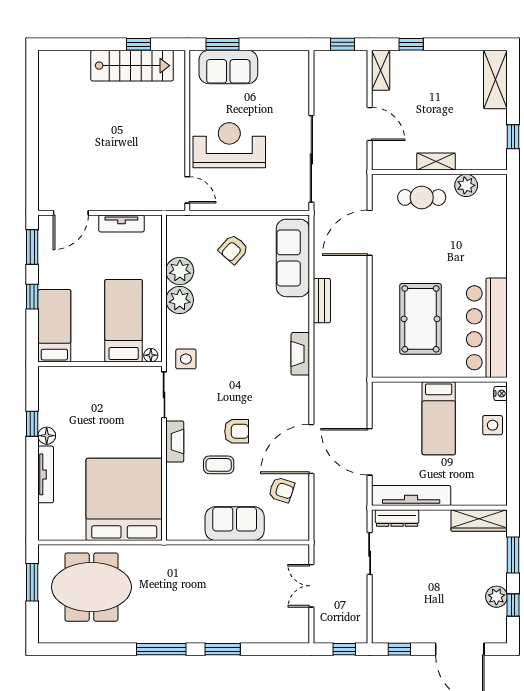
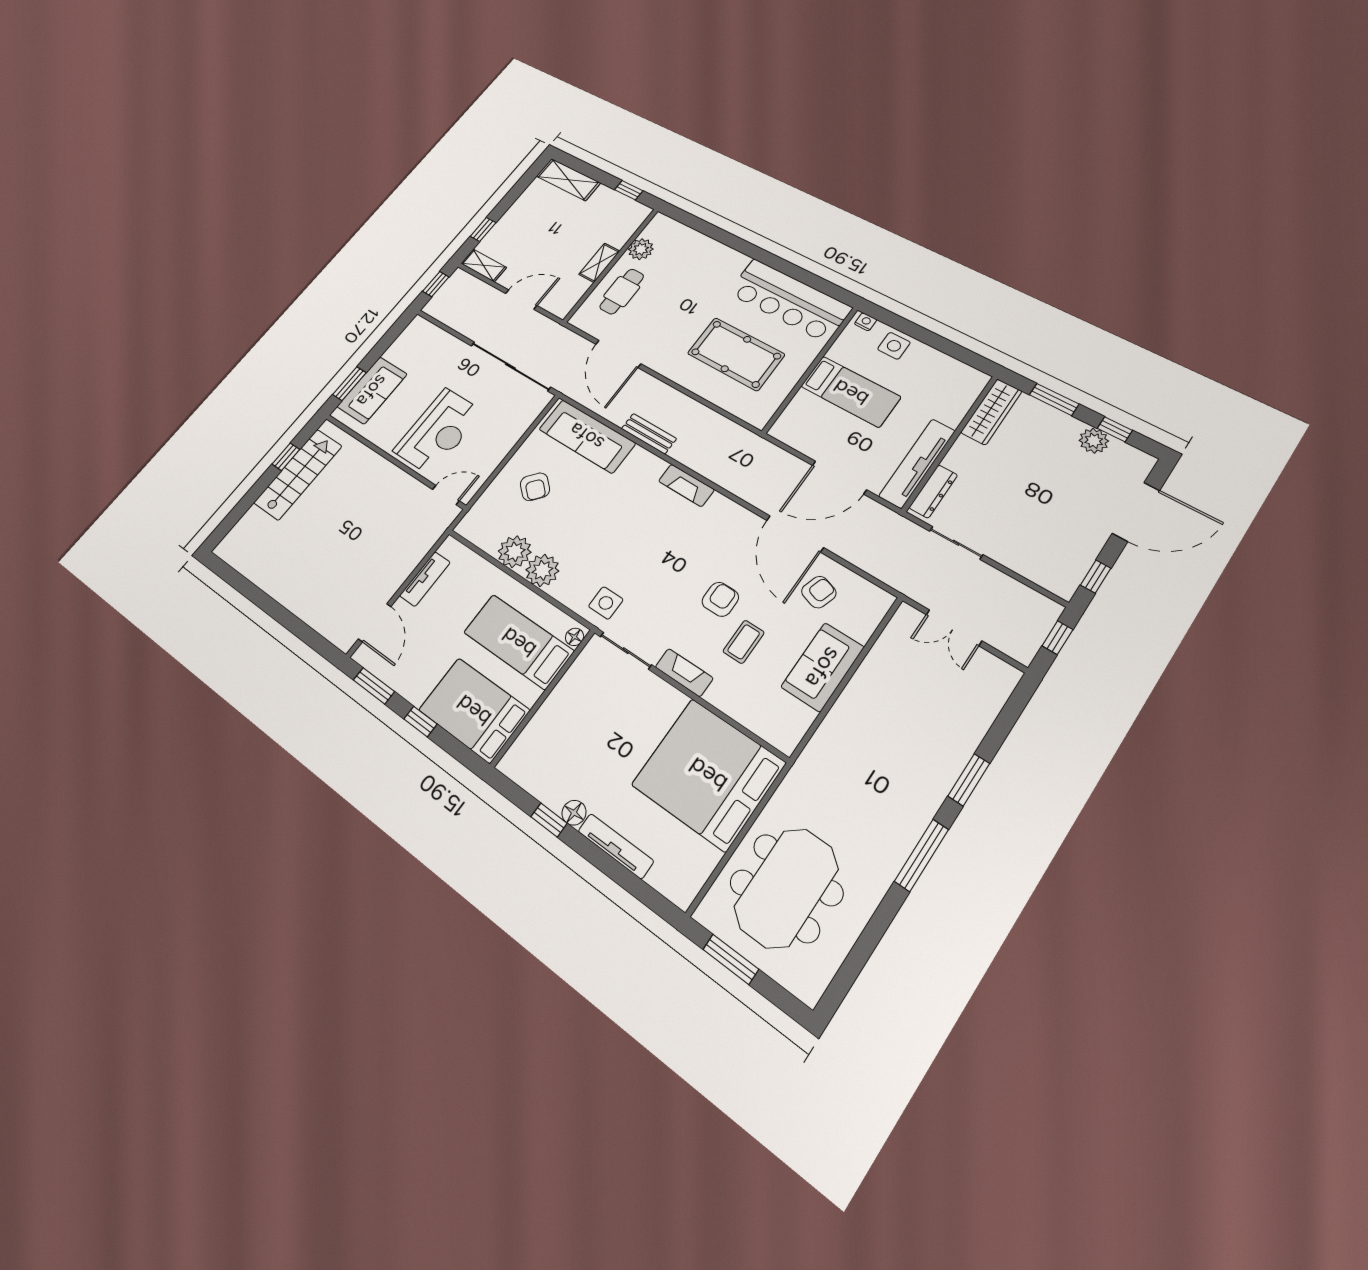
reception desk: (229, 145) -> (438, 431), turned 180
bed: (54, 326) -> (474, 710), width x1.50

